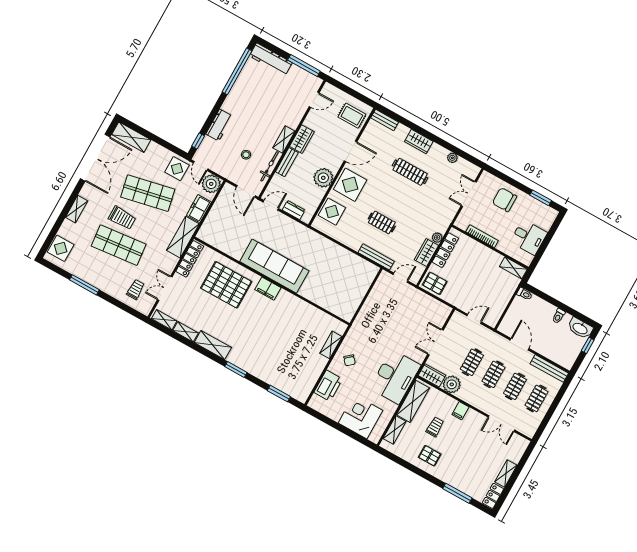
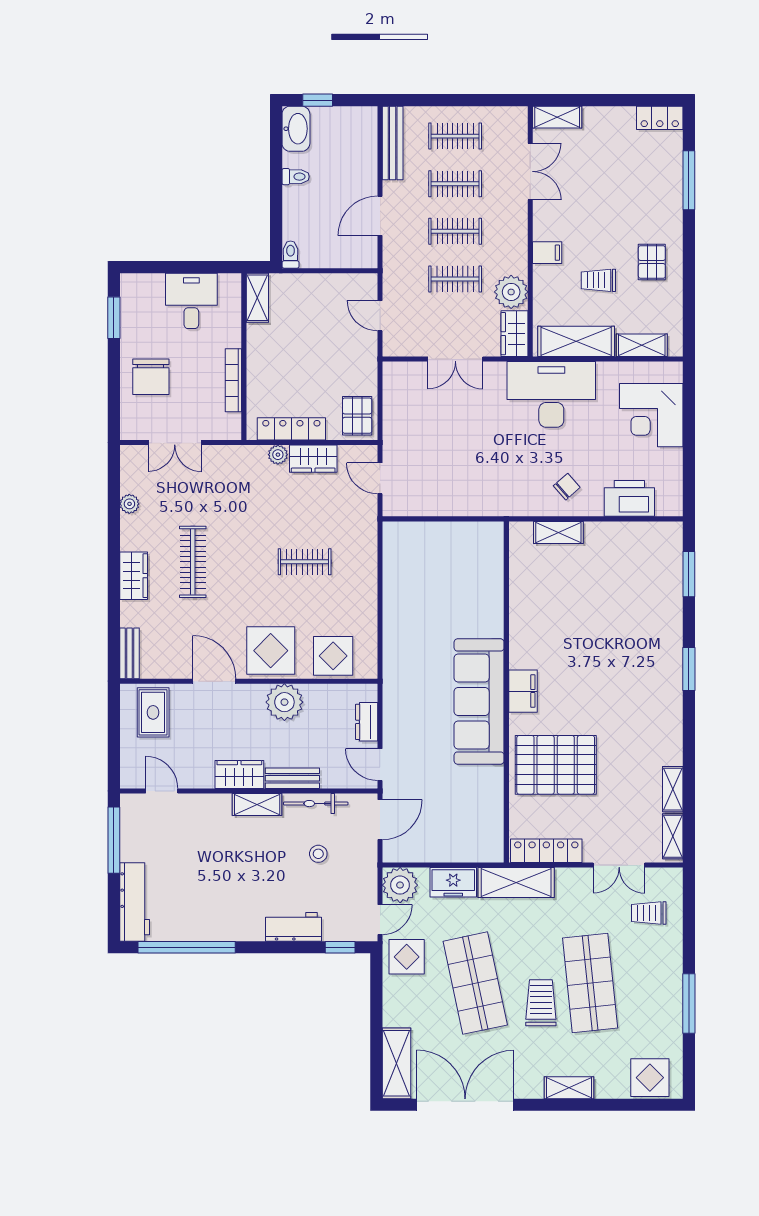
clothes rail: (382, 222) -> (305, 562), turned 90
bench: (376, 257) -> (368, 539), removed
pallet: (226, 285) -> (556, 765), turned 90
shelving: (213, 345) -> (669, 731), removed
shelving: (506, 473) -> (557, 117), moved

